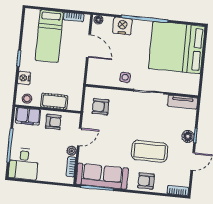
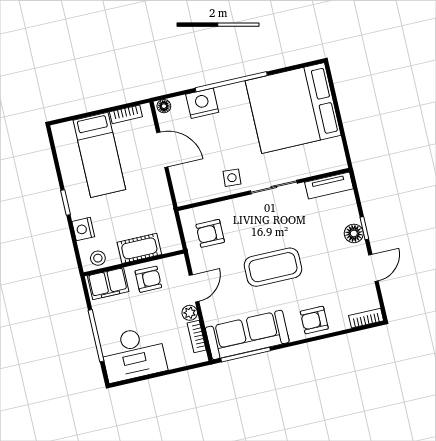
coffee table: (150, 151) -> (273, 267), moved
desk: (24, 164) -> (133, 354), width x1.37

